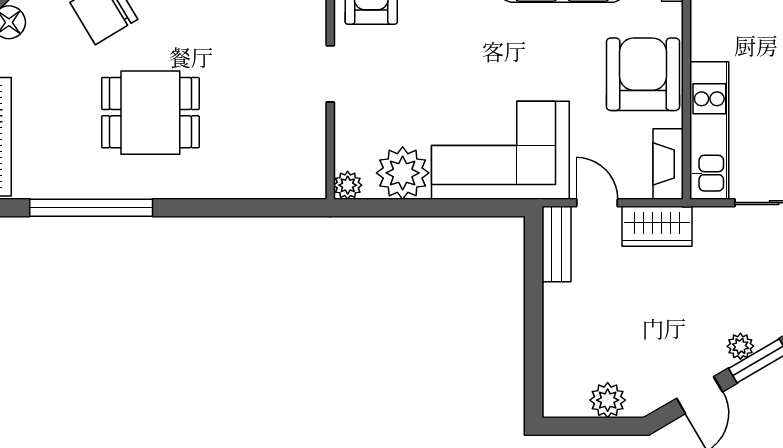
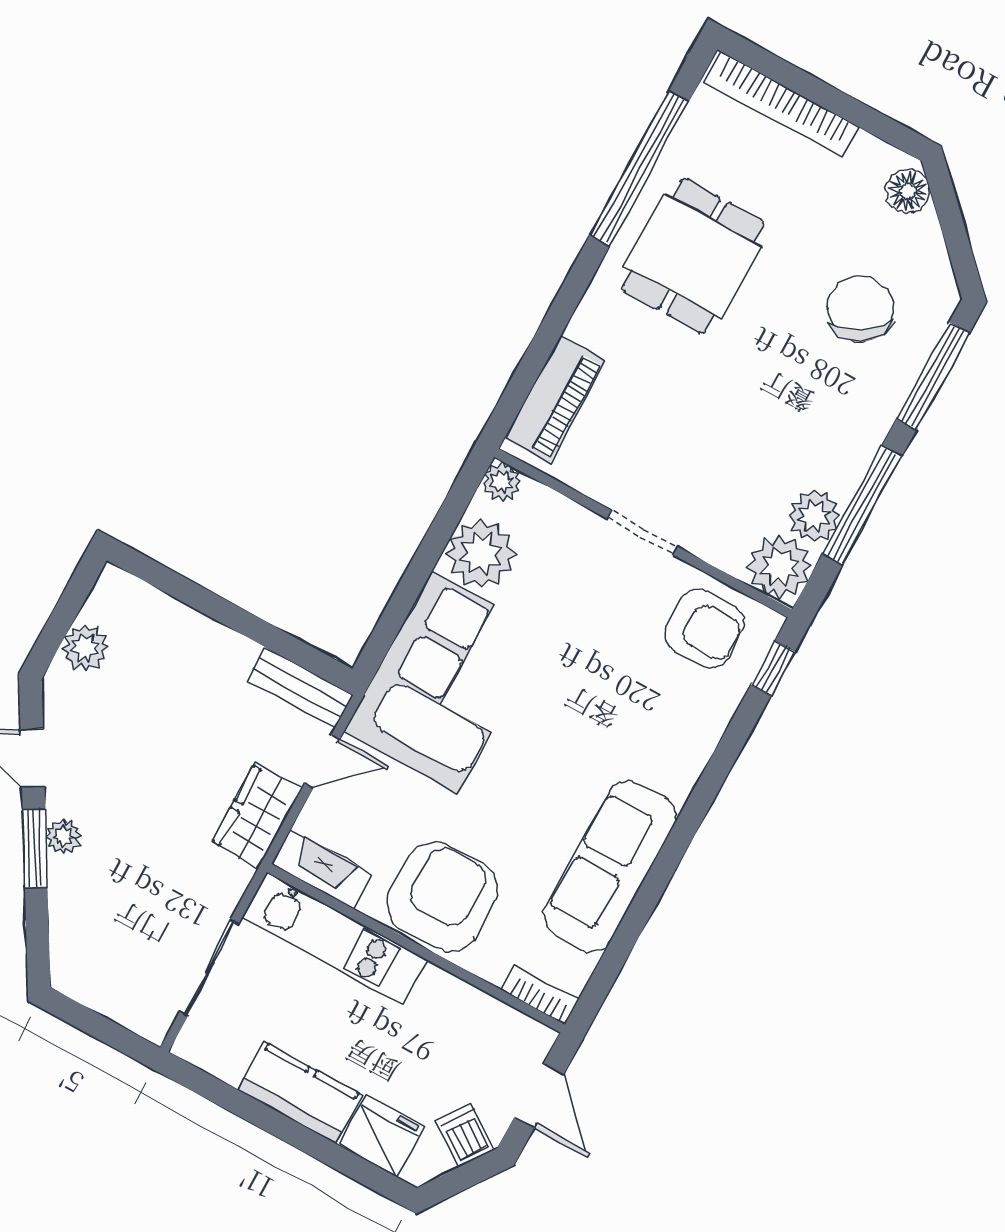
armchair: (643, 74) -> (442, 897), turned -90
dining table: (150, 113) -> (693, 256), moved
piano: (274, 180) -> (555, 400), added

